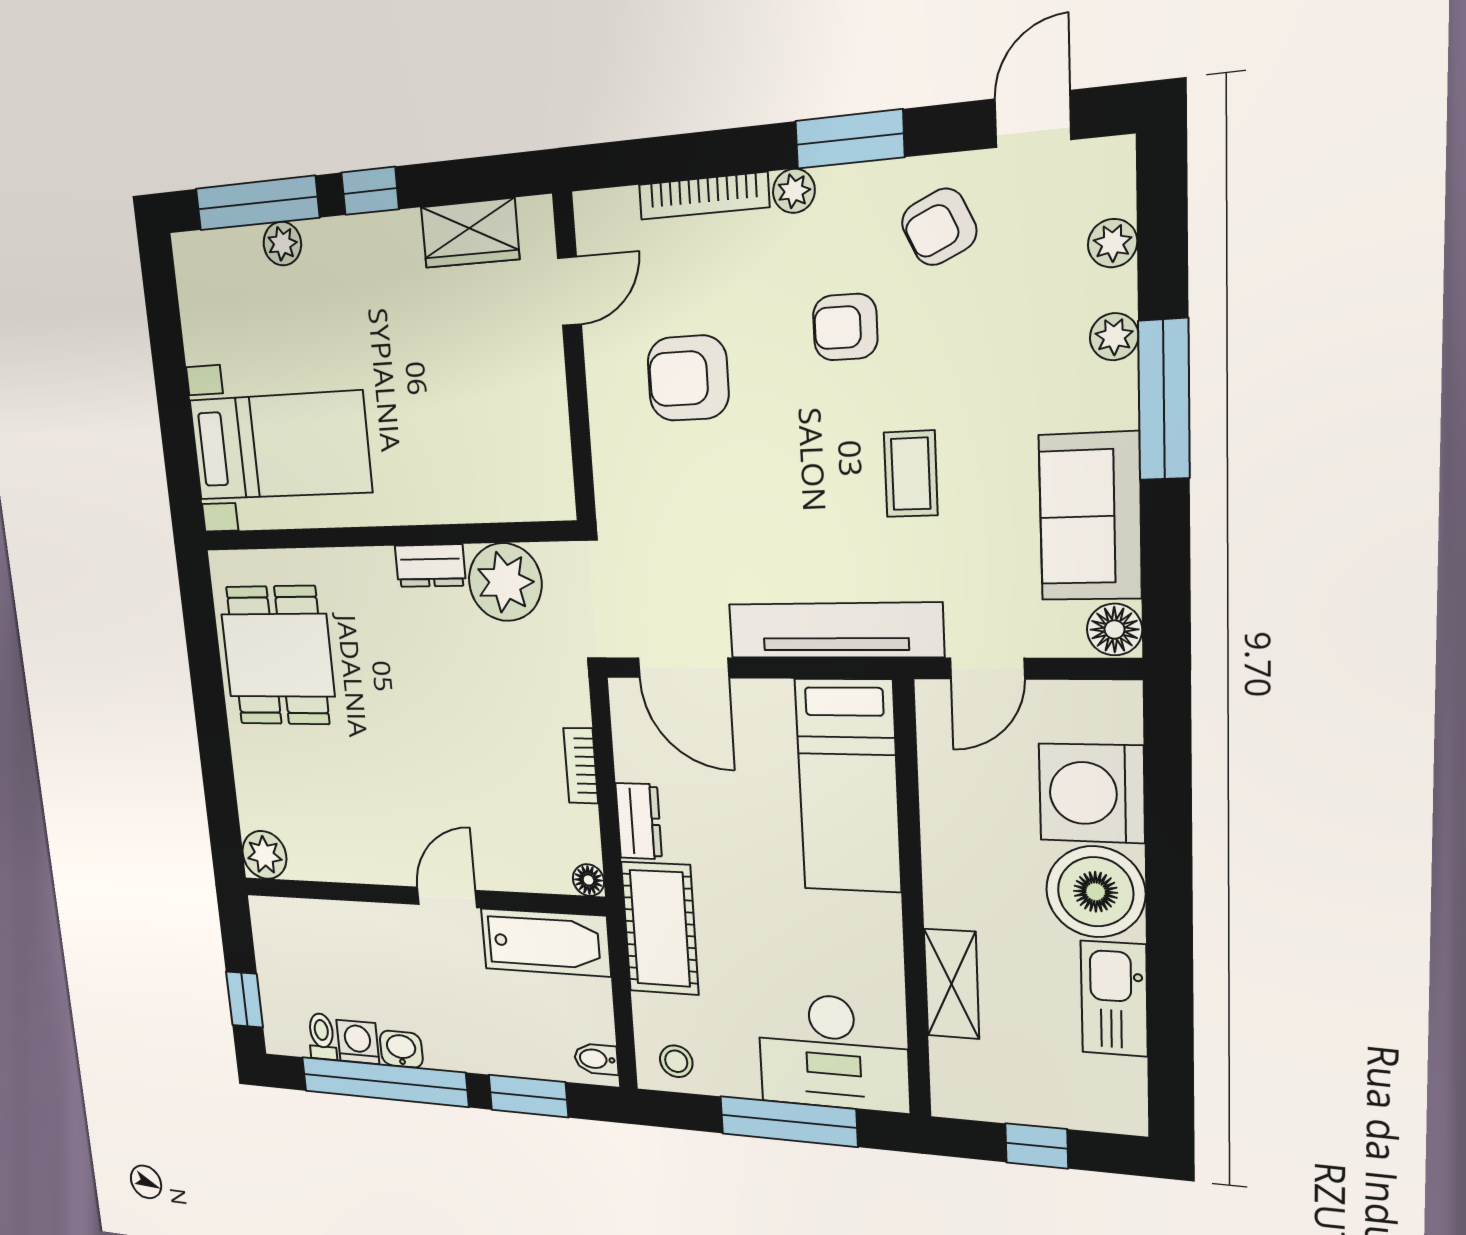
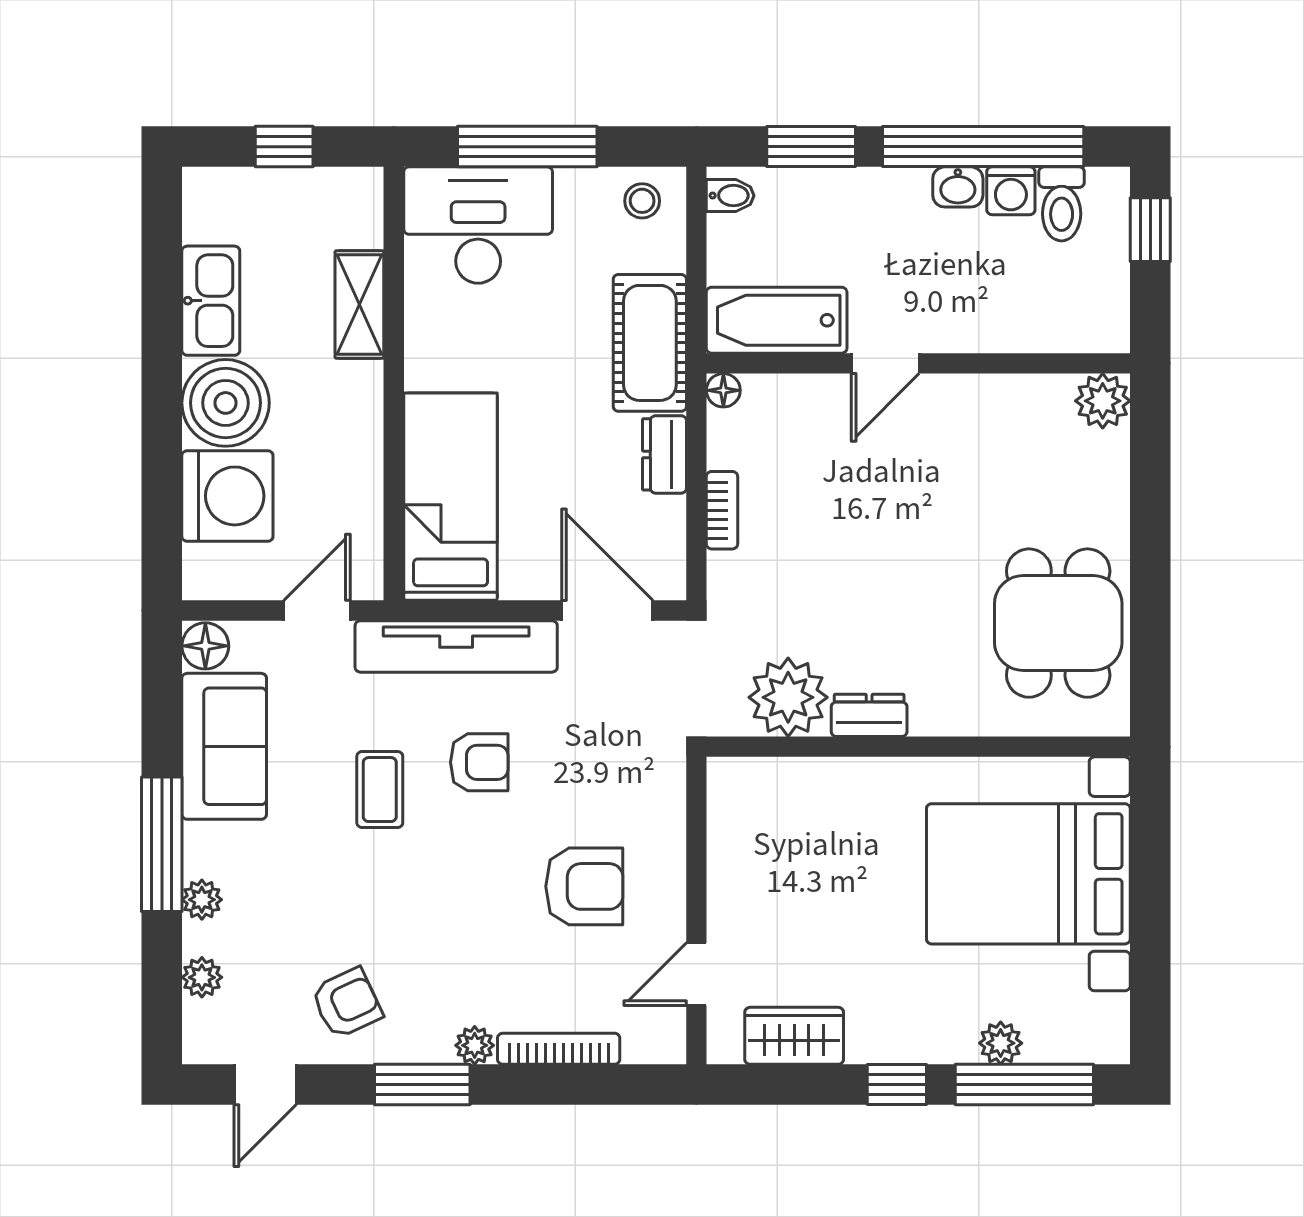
armchair: (845, 327) -> (479, 762), moved
bed with nightstands: (280, 446) -> (1028, 874), width x1.36
toilet: (322, 1036) -> (1062, 204), width x1.37, depth x1.39

